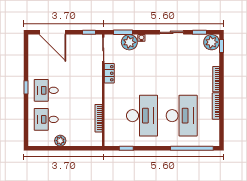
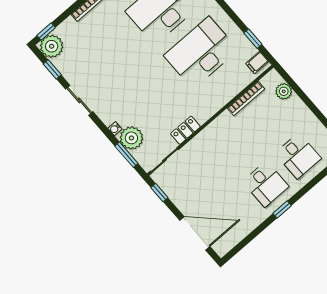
door: (52, 32) -> (195, 233), hinge flipped
filing cabinet: (112, 140) -> (257, 63), added
plant: (60, 141) -> (284, 91), moved

